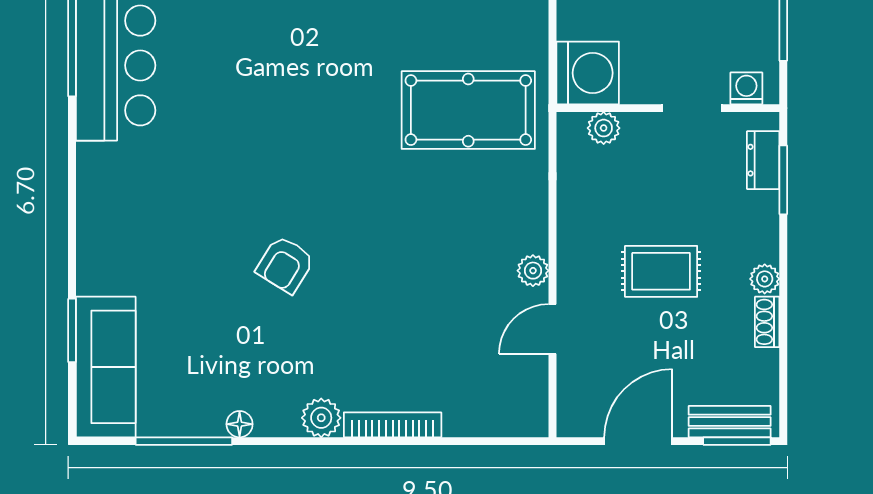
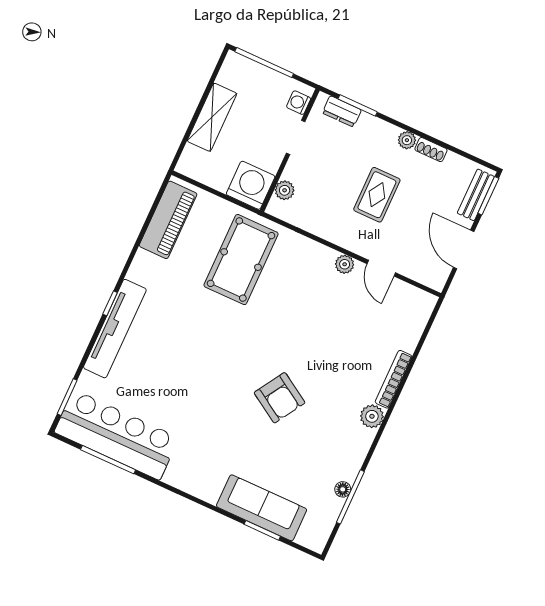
armchair: (285, 265) -> (280, 398), width x1.38, depth x1.38
sofa: (106, 367) -> (262, 508), moved
floor lamp: (240, 424) -> (343, 489), moved

